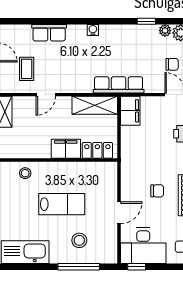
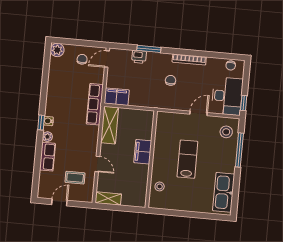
window: (146, 21) -> (41, 122), moved
plant: (165, 31) -> (47, 137), moved
locker: (97, 150) -> (146, 126), removed
chair: (157, 191) -> (171, 80), moved
door: (119, 213) -> (199, 113), hinge flipped
stool: (79, 240) -> (226, 132), moved

